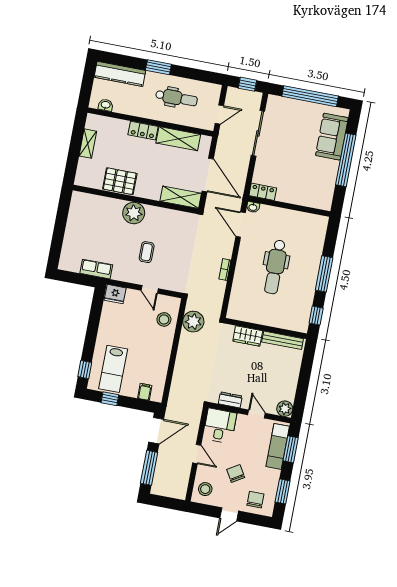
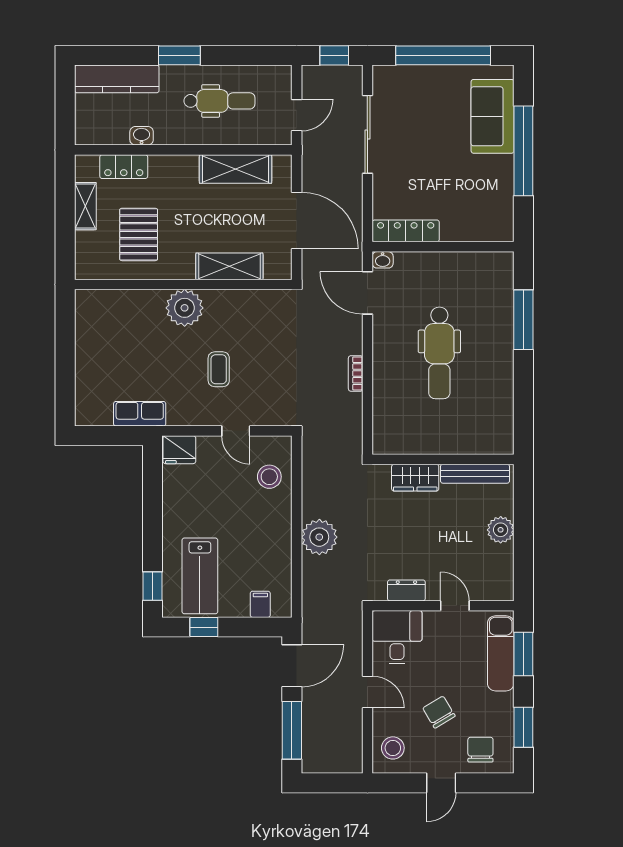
washbasin: (106, 105) -> (142, 136), moved
locker: (143, 131) -> (124, 167), moved
pallet: (120, 181) -> (139, 234), moved, turned 90
locker: (263, 192) -> (406, 231), width x1.53
shelving: (181, 197) -> (229, 266), moved
window: (324, 274) -> (523, 320), moved
window: (316, 316) -> (523, 421), removed
plant: (193, 322) -> (319, 537), moved
plant: (285, 409) -> (501, 530), moved

